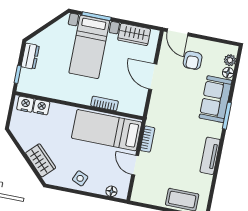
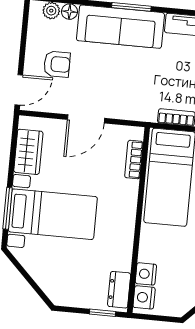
dresser: (30, 56) -> (119, 290), moved, turned -90
sofa: (216, 99) -> (120, 27), width x1.36
bookcase: (105, 103) -> (134, 160), moved

